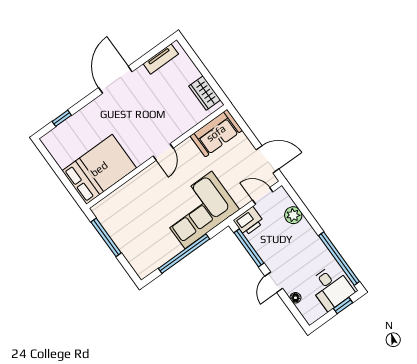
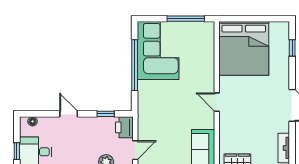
bed: (99, 169) -> (244, 48), width x1.36
corner sofa: (198, 210) -> (158, 50), moved
window: (249, 248) -> (106, 114), width x0.46
floor lamp: (295, 298) -> (33, 121), moved

